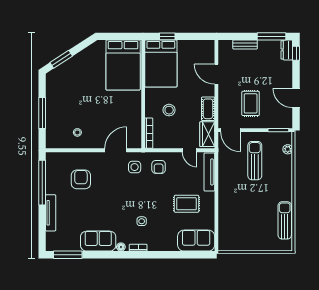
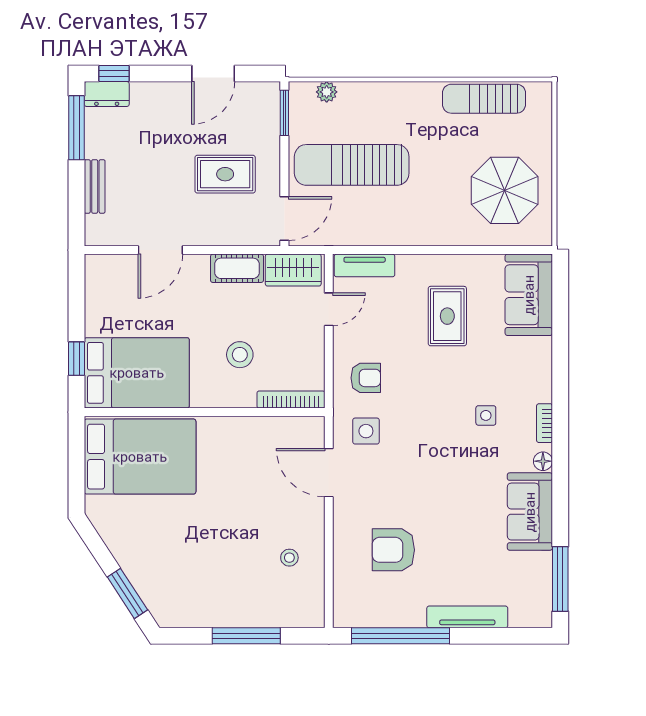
sun lounger: (255, 161) -> (352, 165), width x1.36, depth x1.34
tv unit: (209, 172) -> (365, 265), width x0.71
parasol: (243, 230) -> (505, 190), added

